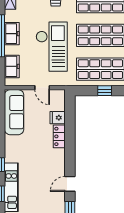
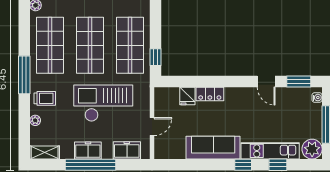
door: (42, 88) -> (152, 127), moved
window: (105, 91) -> (156, 57), moved
sofa: (14, 112) -> (213, 148), moved

